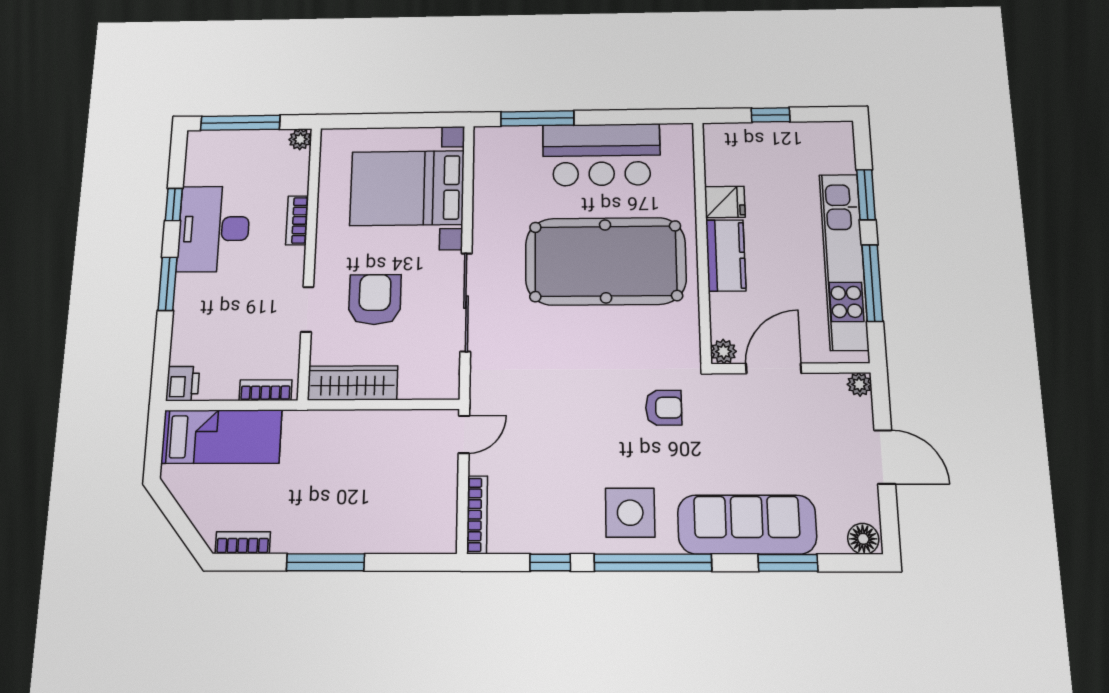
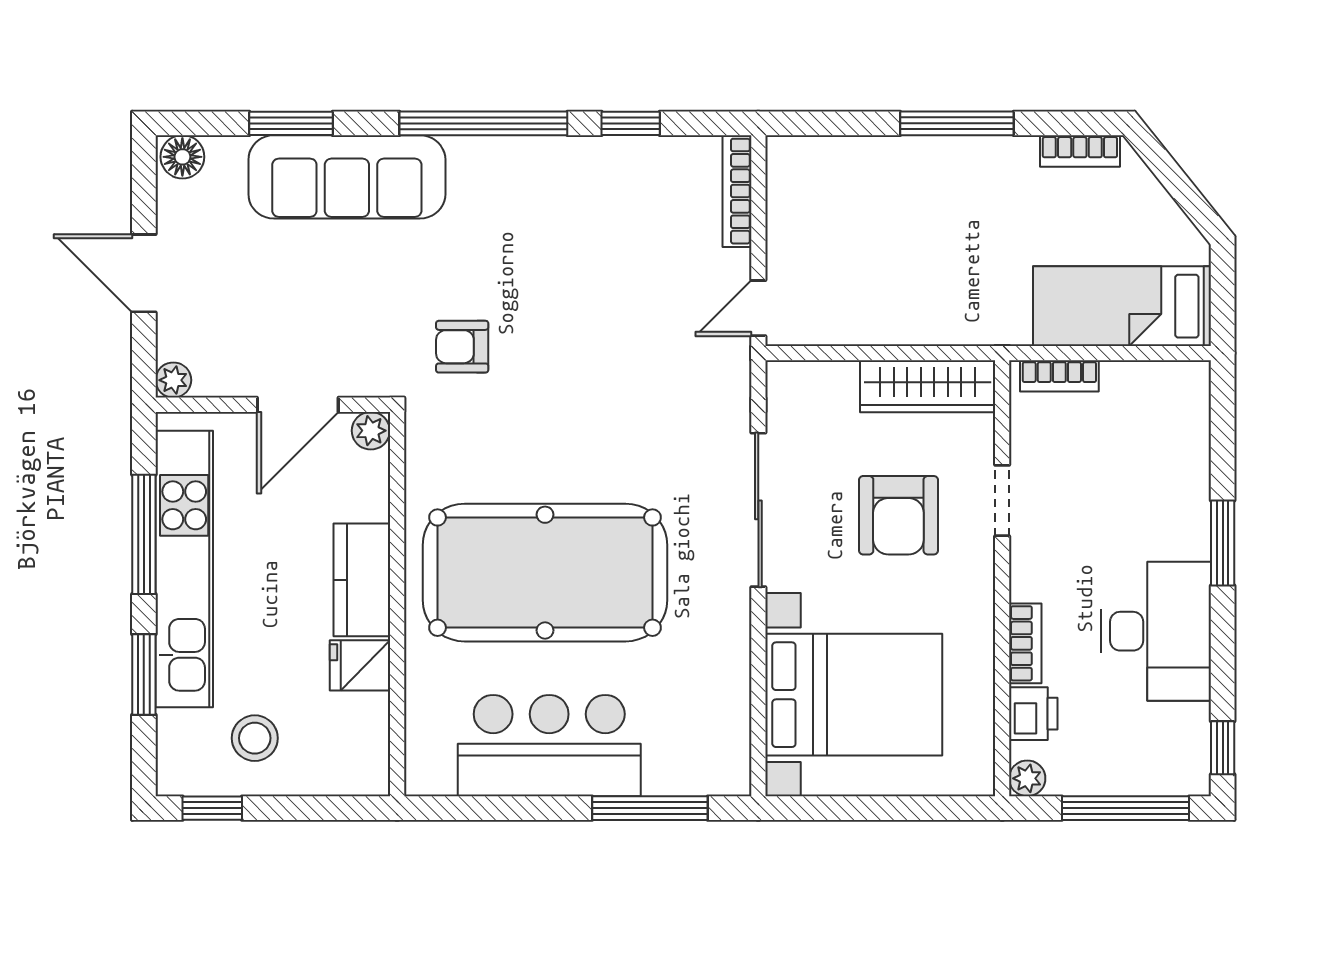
window: (771, 115) -> (212, 808), moved
stool: (791, 157) -> (255, 738), added
window: (174, 205) -> (1223, 748), moved
printer: (183, 384) -> (1033, 714), moved, turned 180
side table: (630, 513) -> (514, 194), removed

